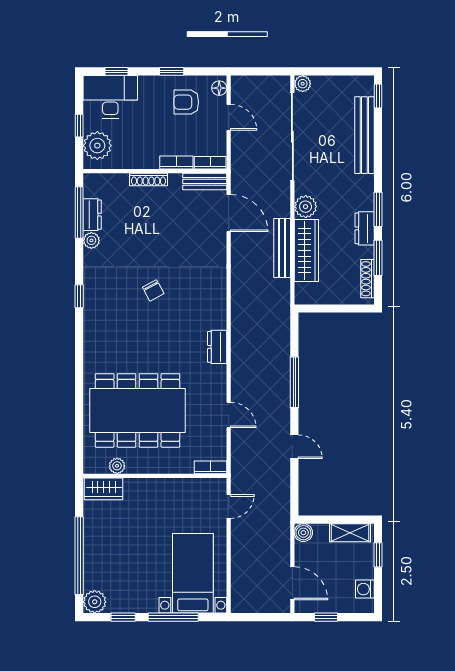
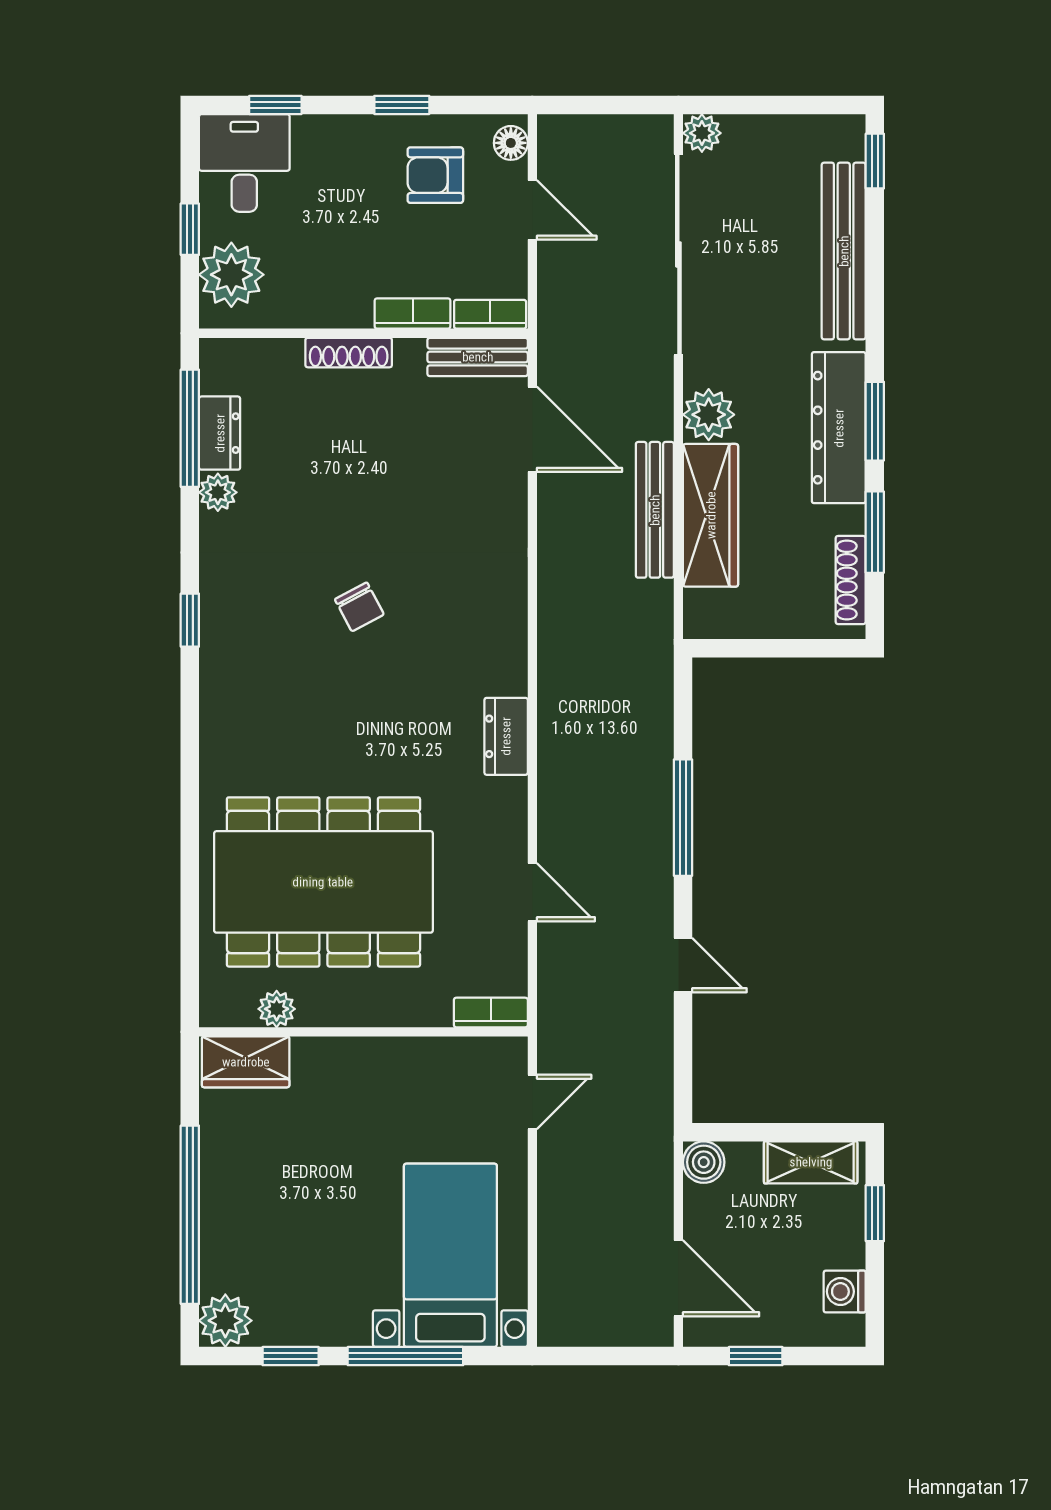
desk: (110, 97) -> (244, 163), width x0.73
dresser: (365, 228) -> (839, 428), width x1.96, depth x1.24

